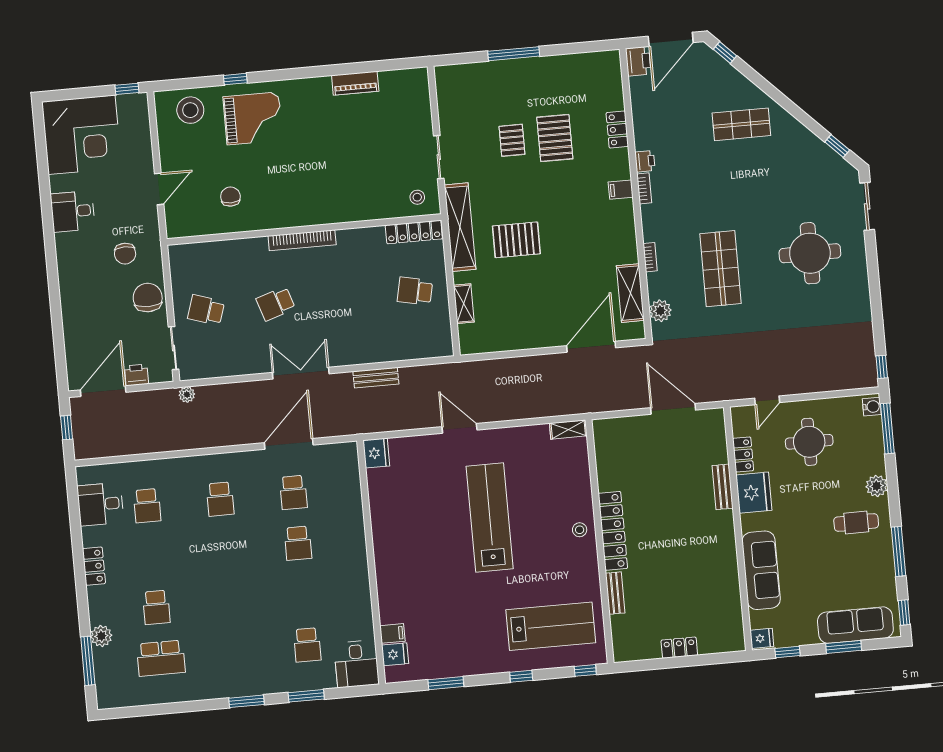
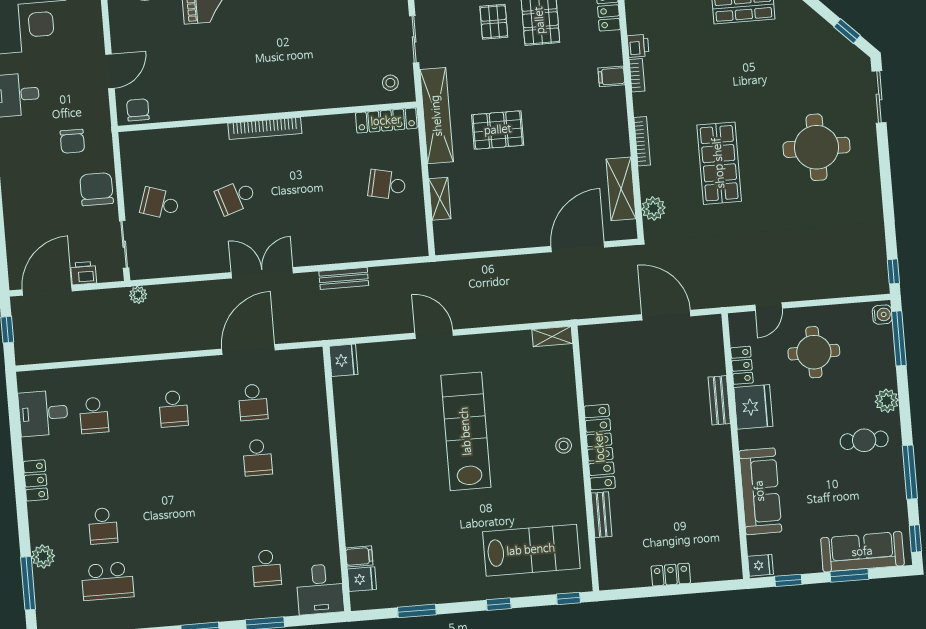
chair: (230, 197) -> (138, 110), moved
bookcase: (650, 257) -> (642, 141), width x1.56

